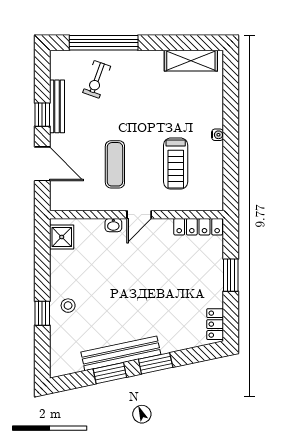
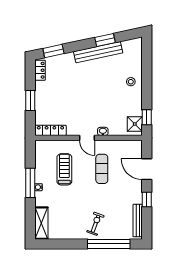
shelving: (191, 61) -> (41, 223), moved, turned 90
exercise bike: (97, 79) -> (95, 224), moved
bench: (57, 106) -> (138, 221), moved
window: (231, 142) -> (30, 183), added
door: (139, 215) -> (87, 138), swing flipped
window: (42, 313) -> (147, 117), moved
window: (156, 363) -> (53, 51), moved

